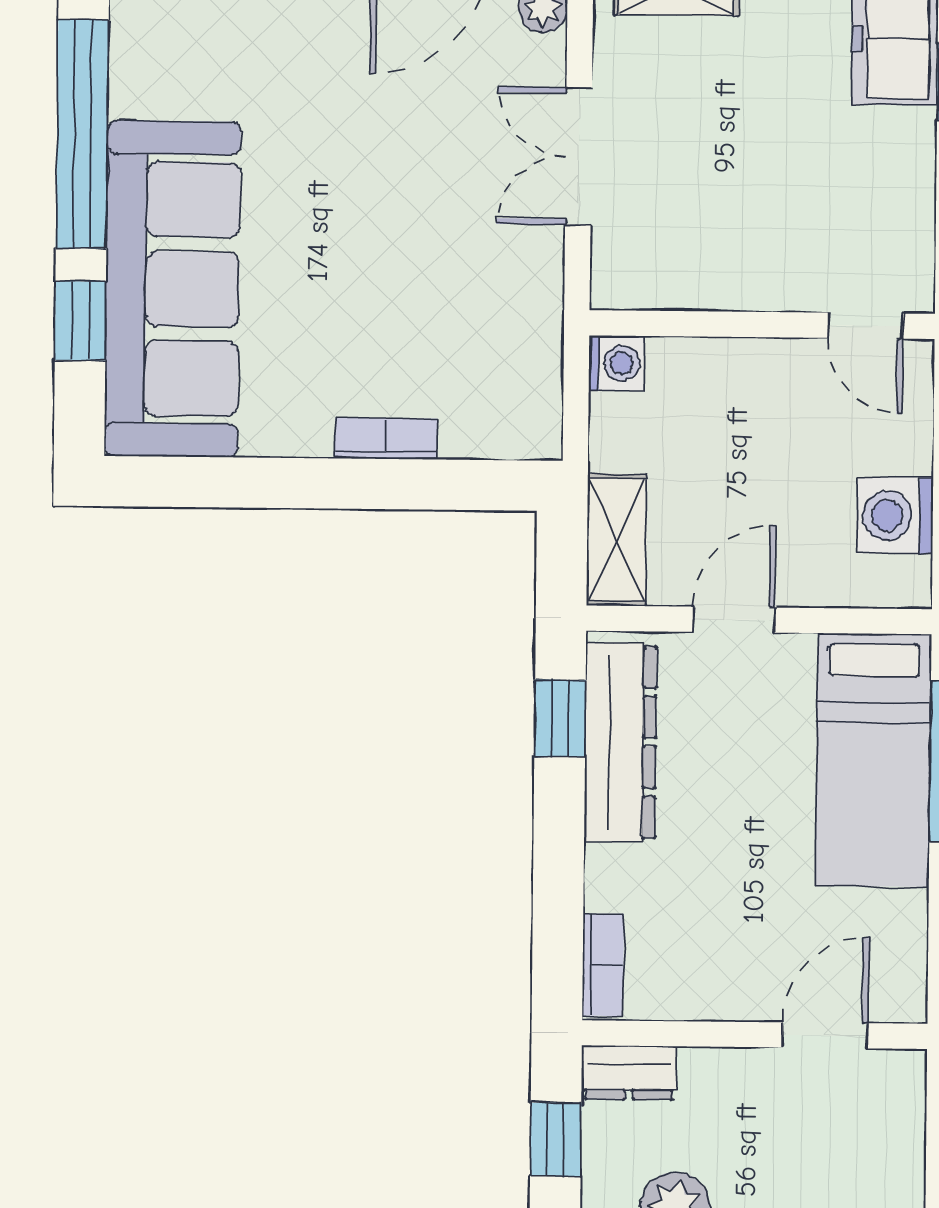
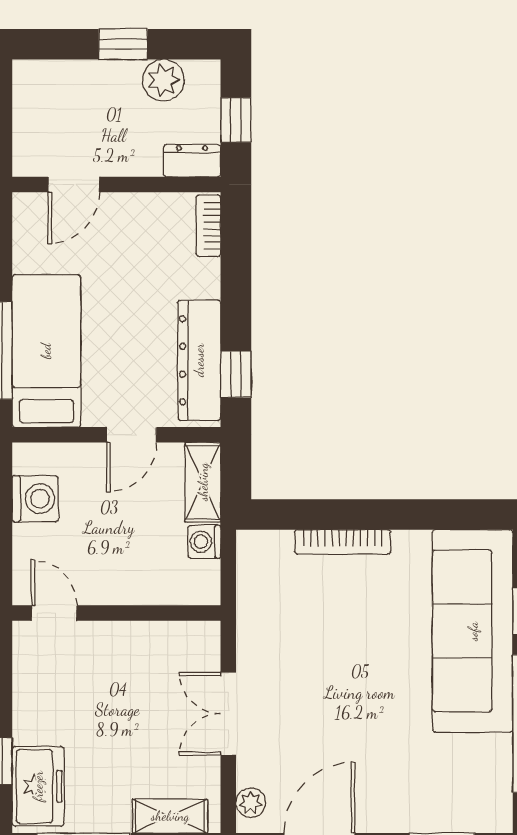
double door: (578, 156) -> (228, 714), swing flipped
washing machine: (616, 363) -> (204, 542), moved
bookcase: (386, 439) -> (343, 542), width x1.56

